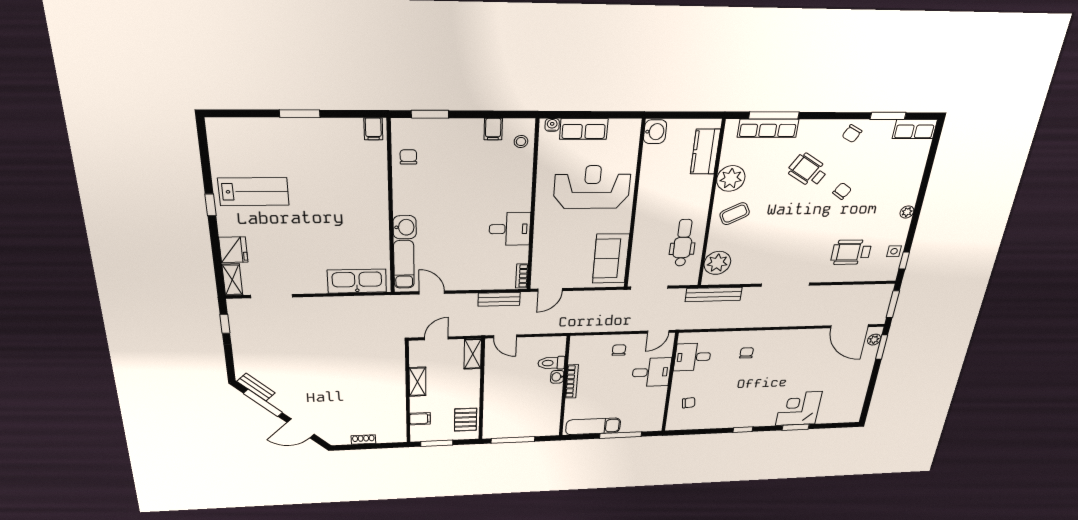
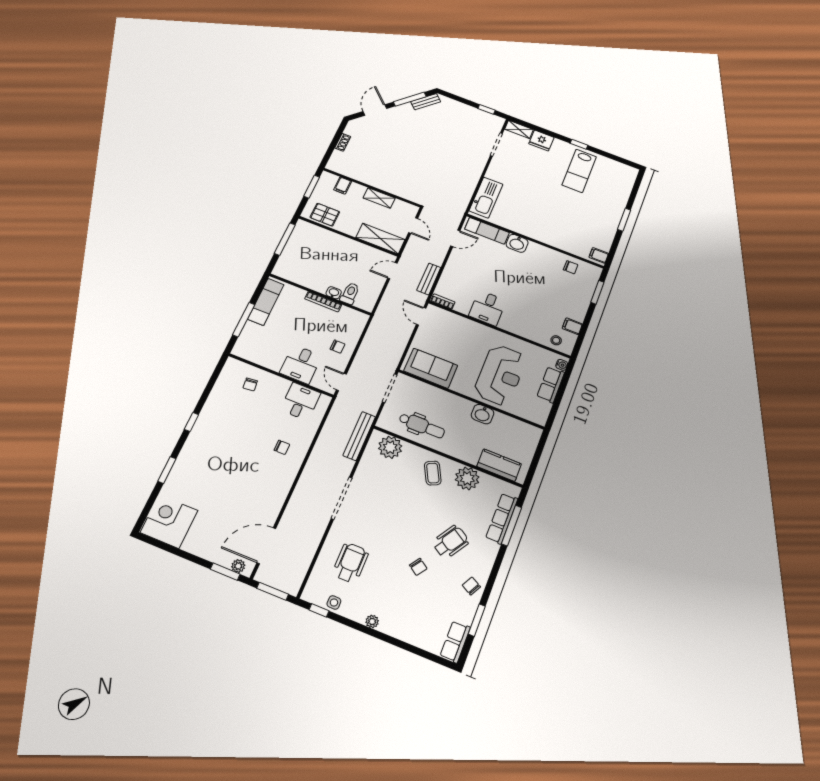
washbasin: (655, 132) -> (483, 414), moved
shelving: (473, 354) -> (380, 239), width x1.50, depth x1.33
corner desk: (799, 409) -> (169, 522), moved, turned -90

